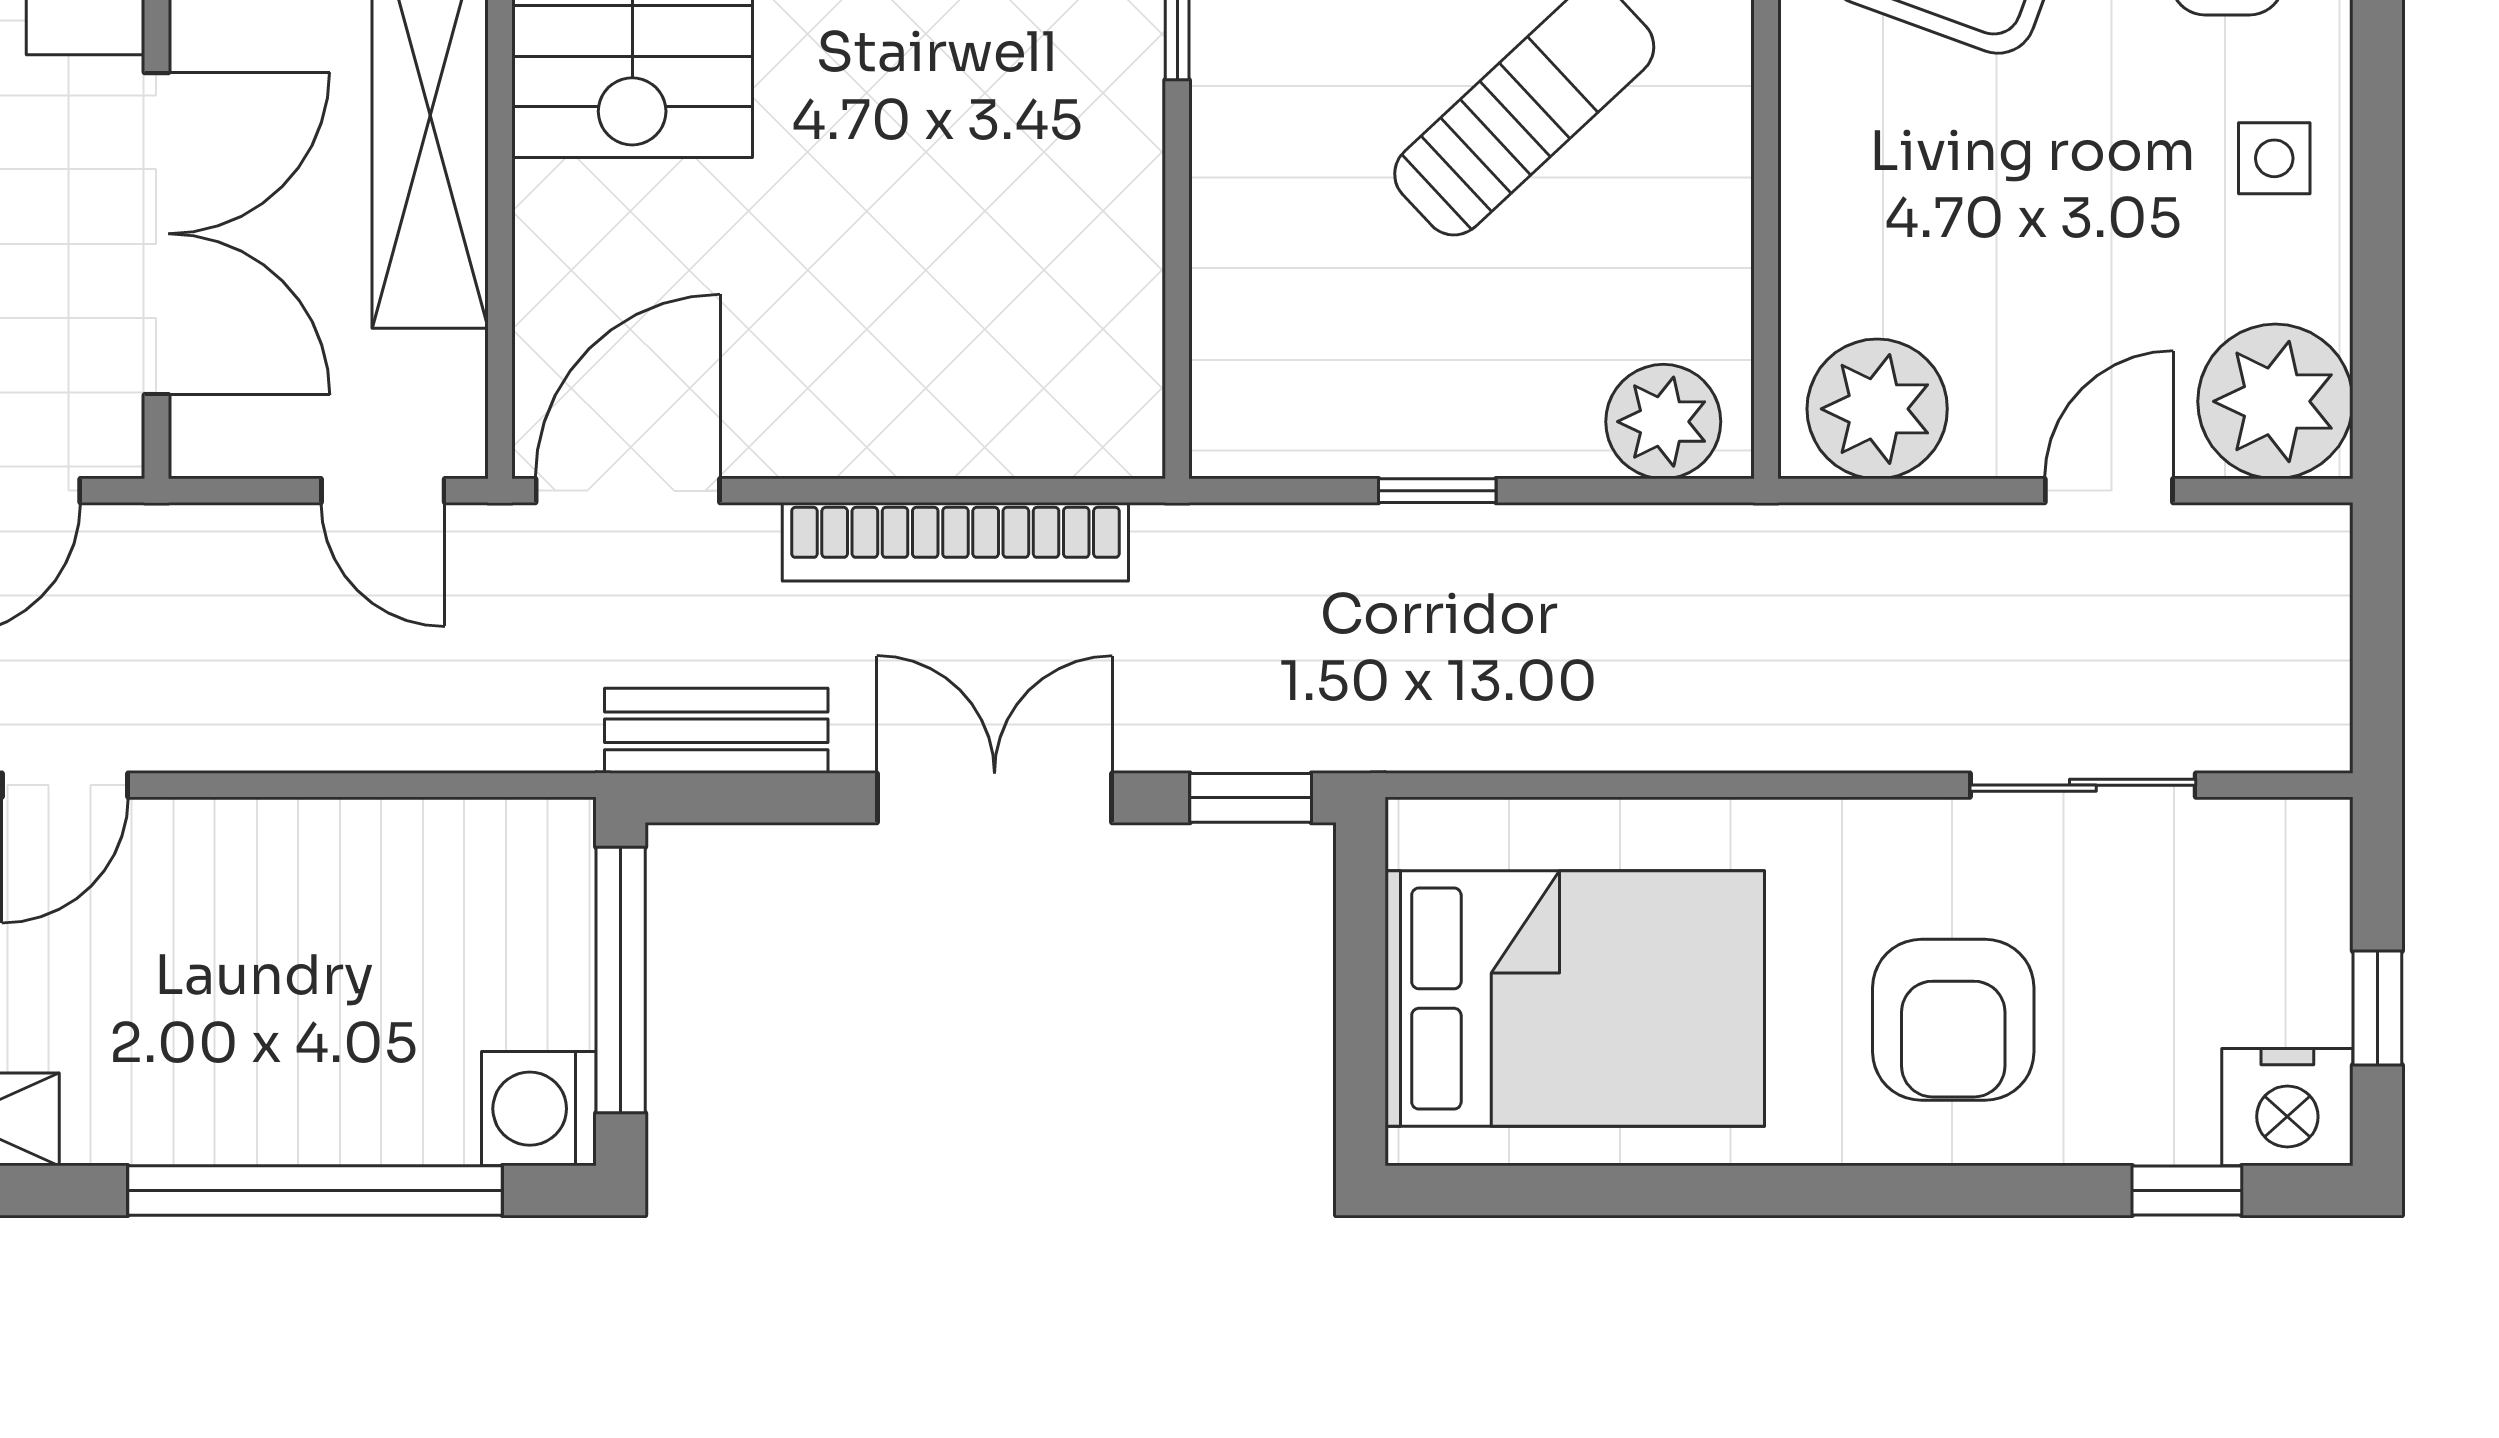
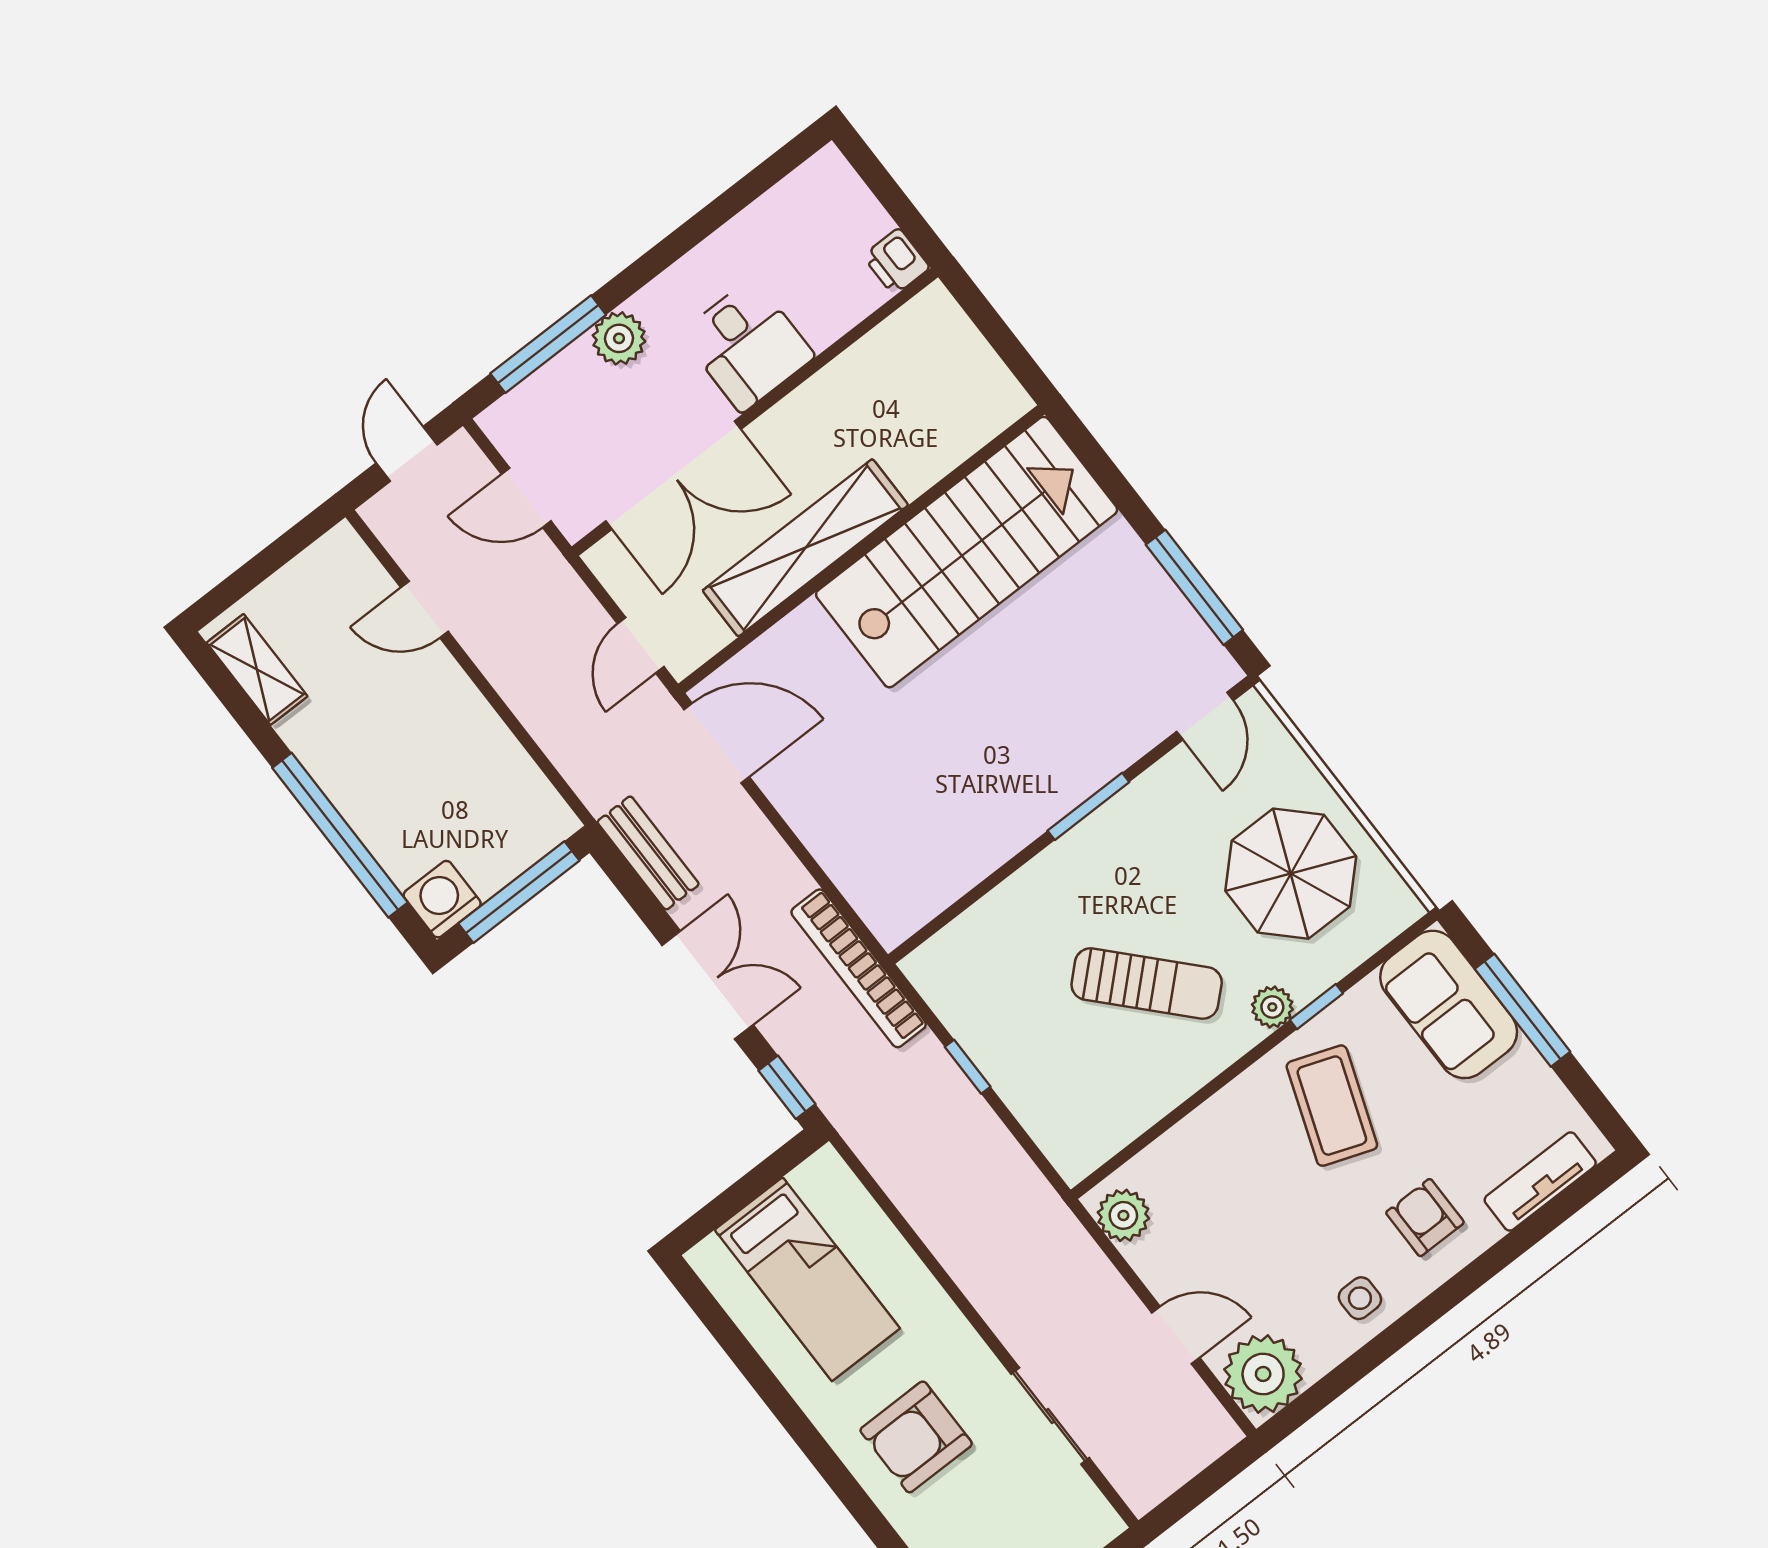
plant: (1877, 409) -> (1123, 1215), width x0.73, depth x0.73
plant: (1663, 422) -> (1065, 1136), removed
bookcase: (955, 542) -> (859, 968), moved
bed: (1575, 999) -> (807, 1279), width x0.67

